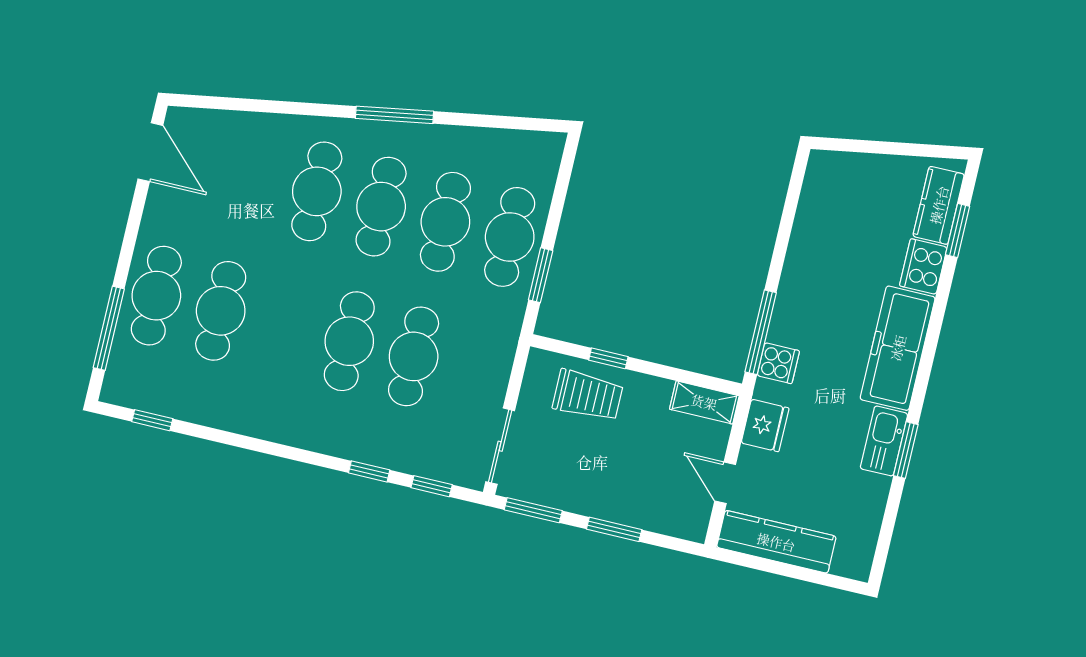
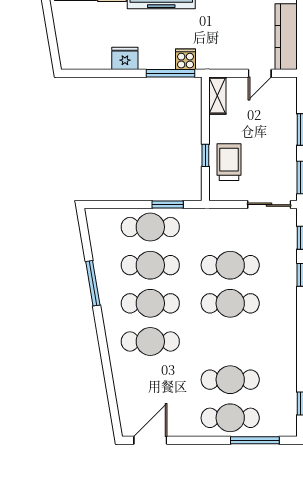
window: (395, 115) -> (93, 283), moved
fridge: (765, 425) -> (125, 58), moved

